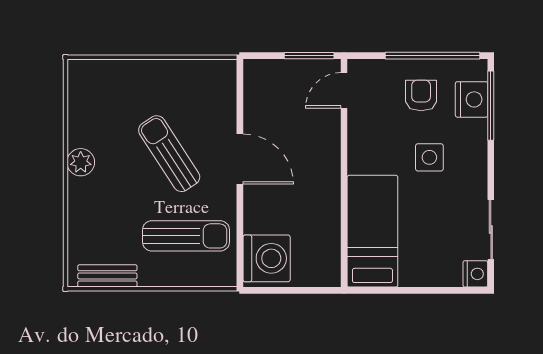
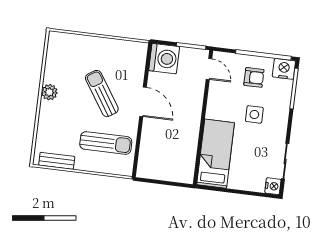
door: (344, 90) -> (209, 69), swing flipped
armchair: (421, 95) -> (254, 77), turned 90
nightstand: (472, 99) -> (284, 69), moved, turned -90
washing machine: (267, 258) -> (164, 59), moved

